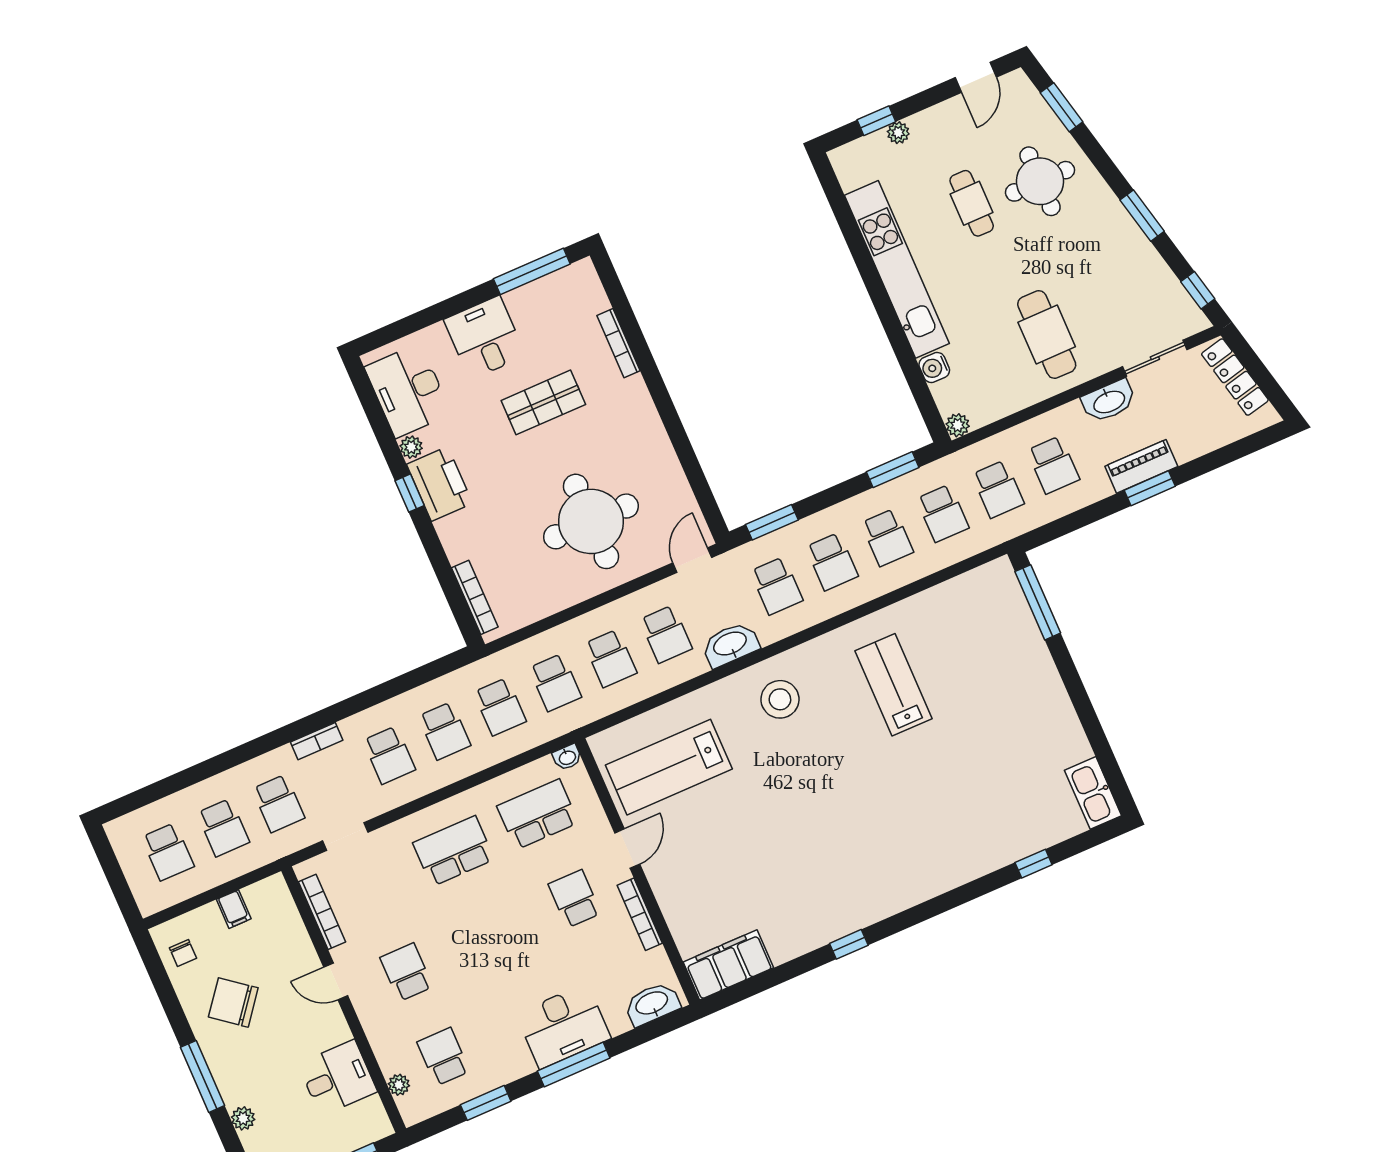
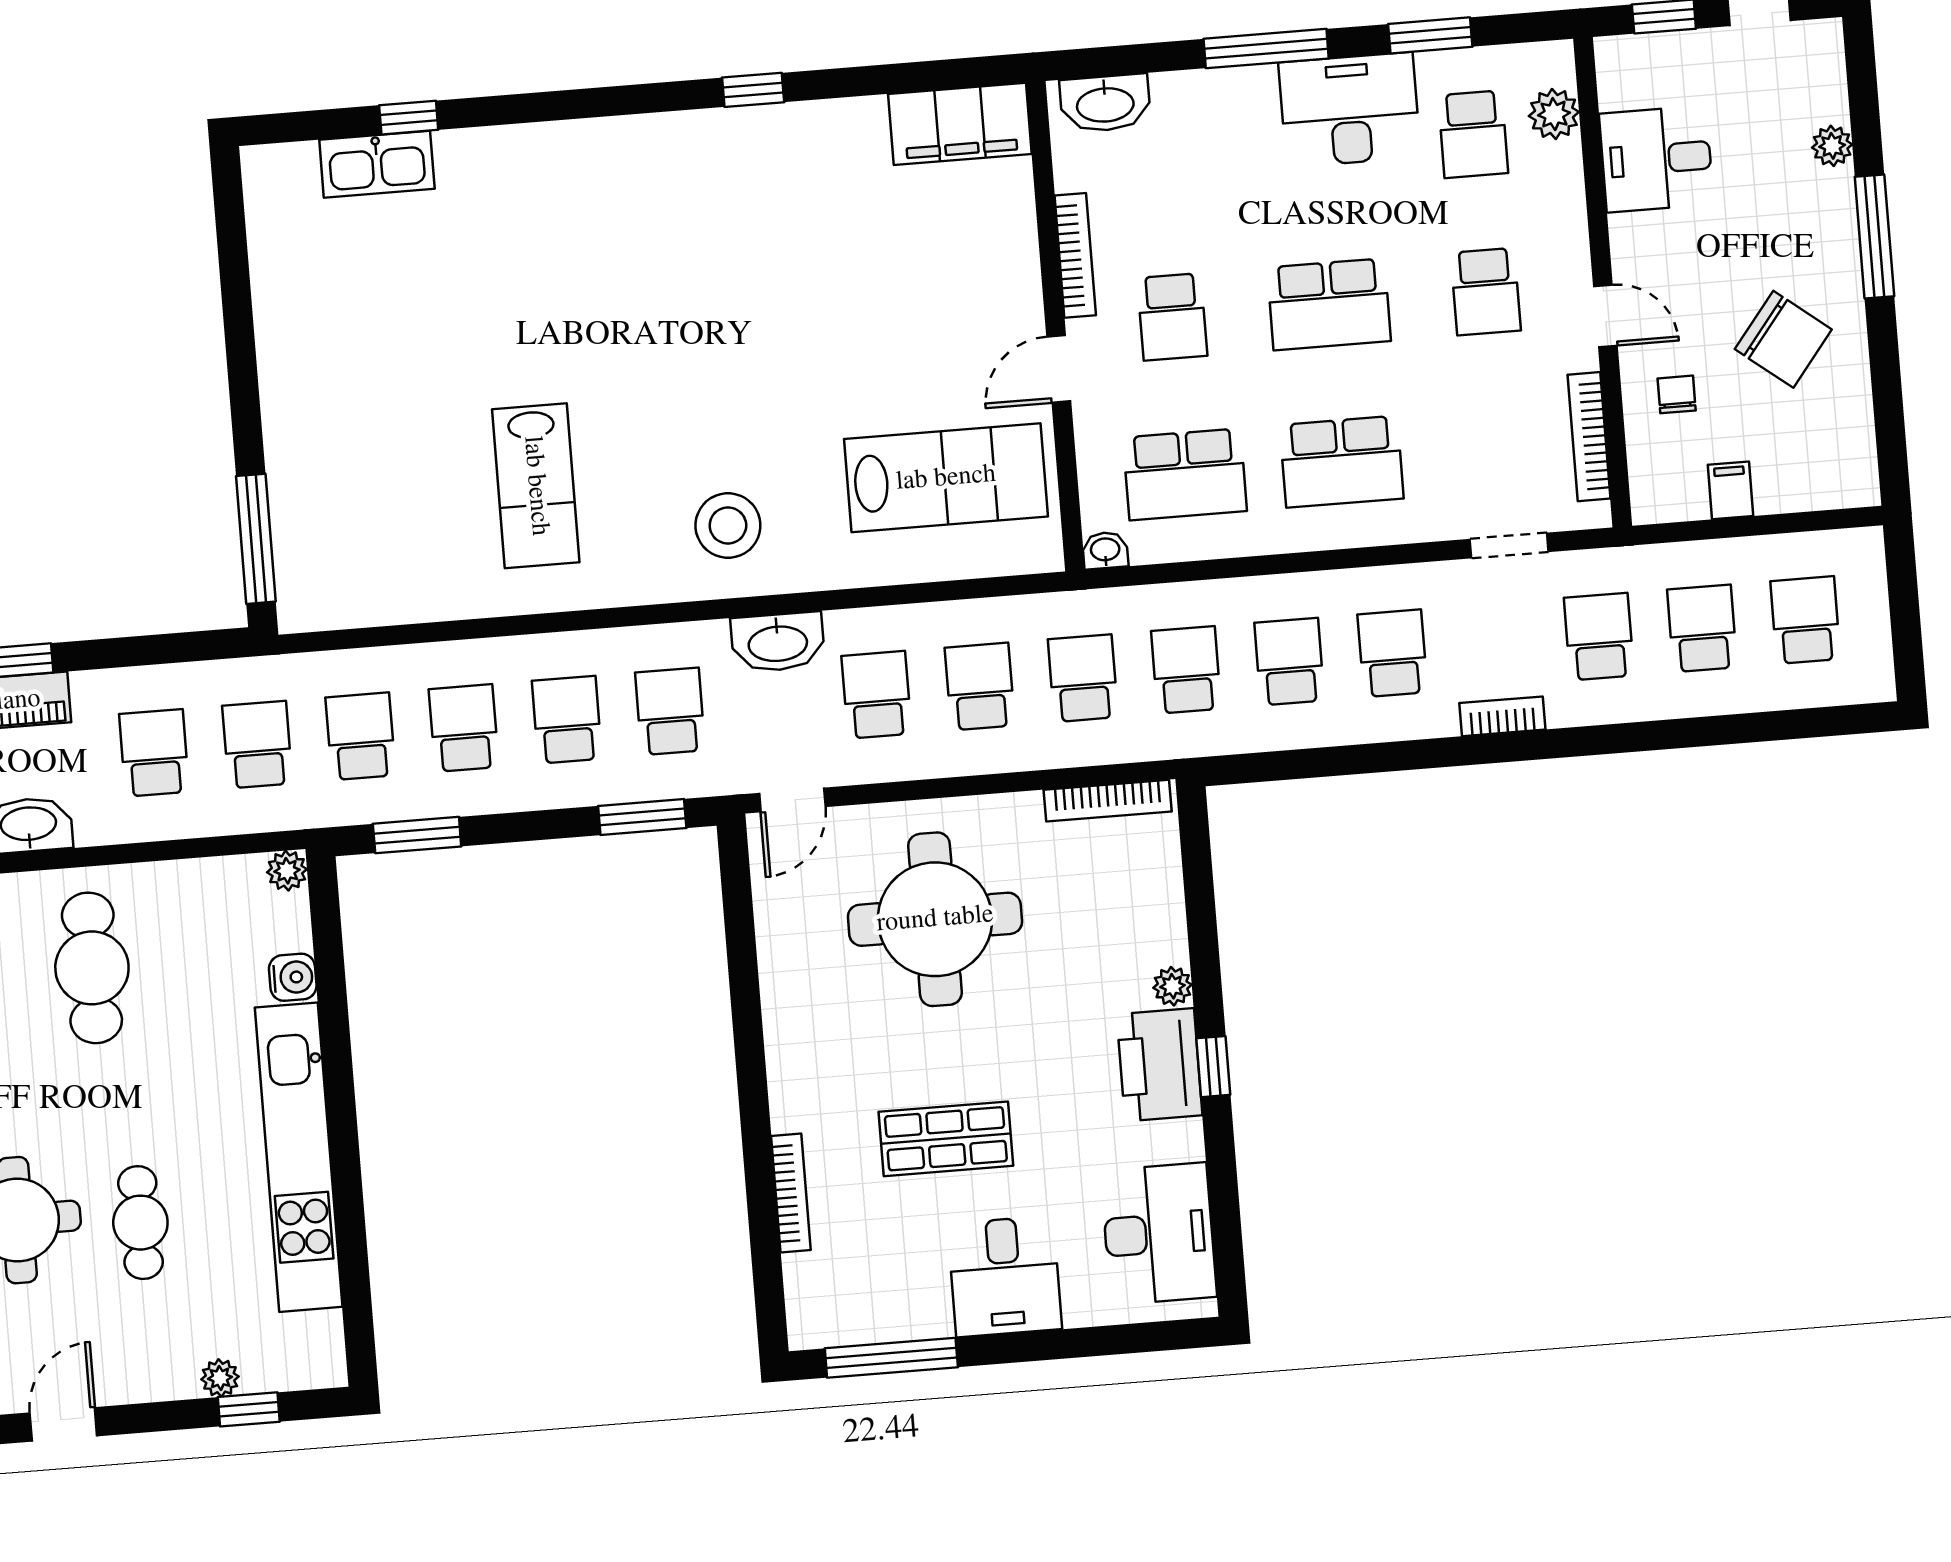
plant: (411, 447) -> (1173, 986), moved
bookcase: (475, 597) -> (1108, 801), moved, turned -90
kitchen sink: (1093, 793) -> (377, 164), moved, turned 90
school desk: (490, 935) -> (1329, 304), added
chair: (183, 953) -> (1677, 394), moved
desk: (563, 1026) -> (1350, 110), moved
plant: (399, 1085) -> (1554, 114), width x1.38, depth x1.38

